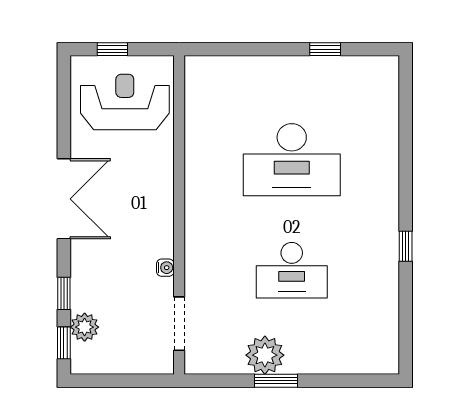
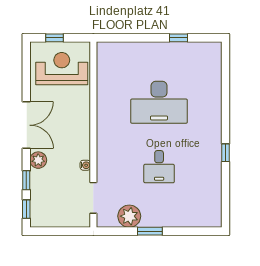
desk: (292, 270) -> (159, 167), width x0.73
plant: (85, 327) -> (38, 160), moved
plant: (265, 355) -> (129, 216), moved

